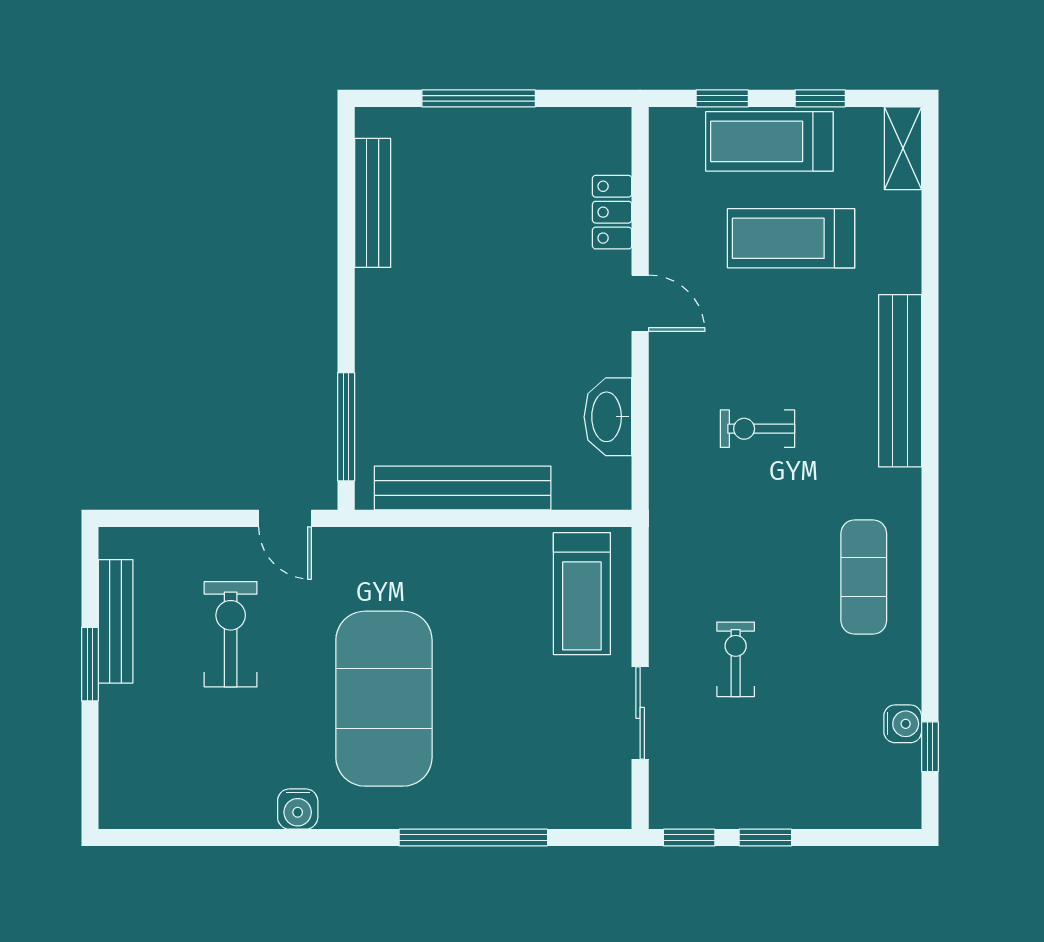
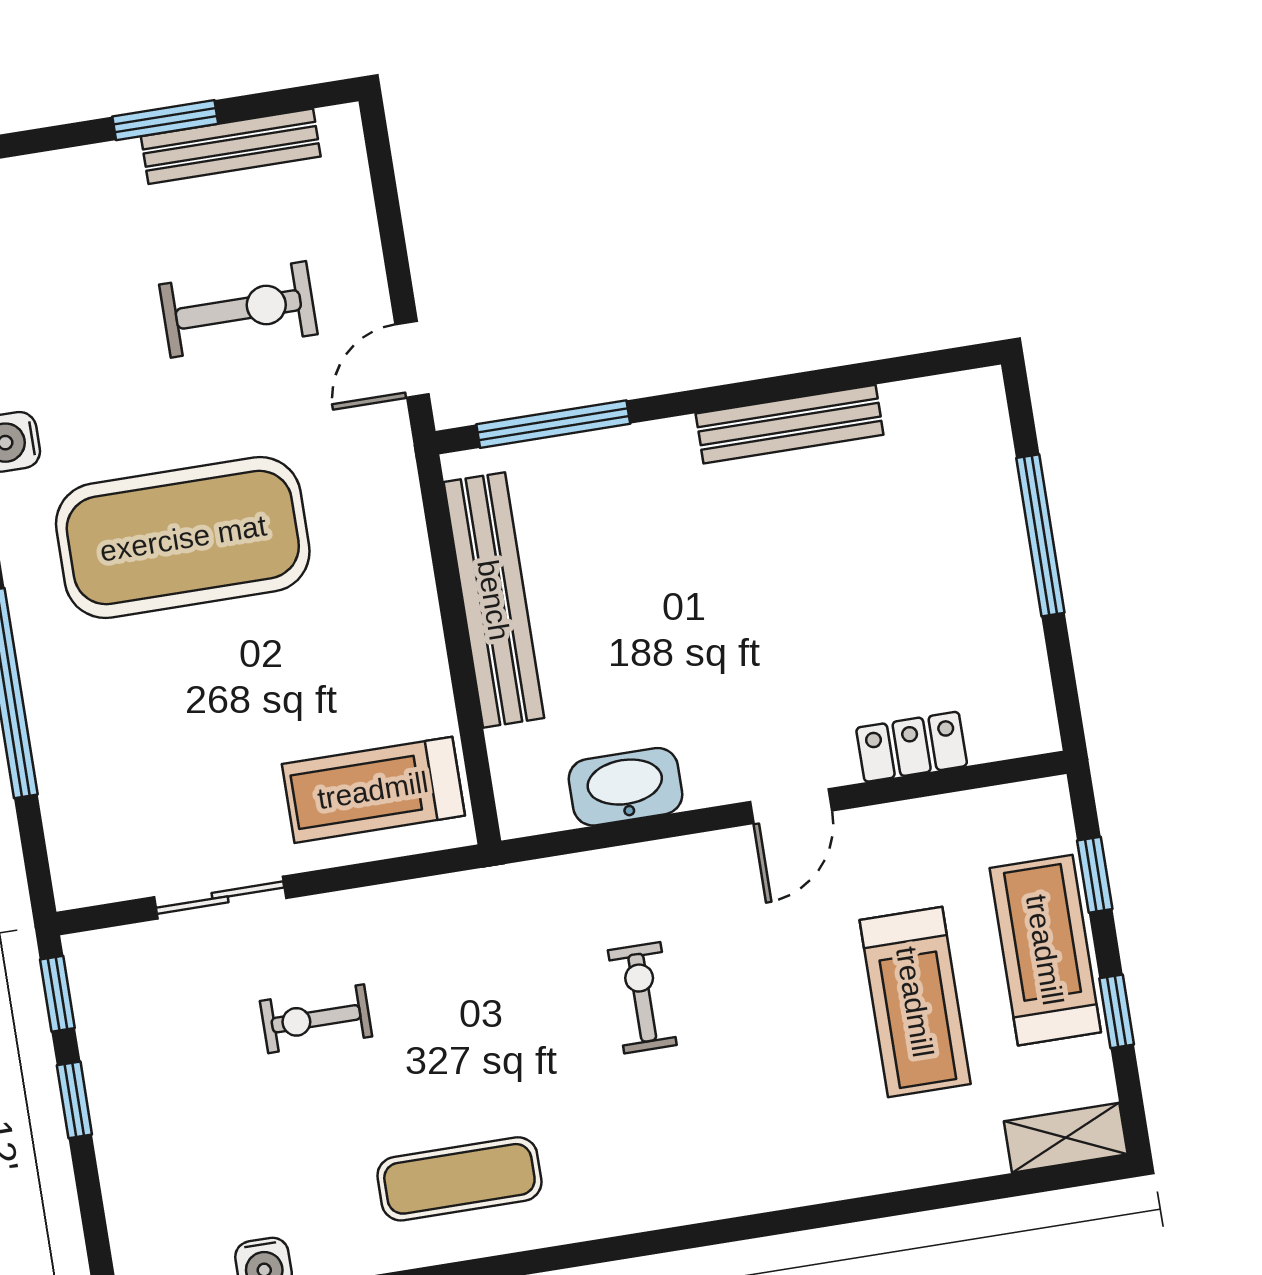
bench: (373, 203) -> (790, 424), moved
treadmill: (791, 238) -> (915, 1002), turned 180
bench: (900, 381) -> (741, 1186), removed
exercise bike: (736, 659) -> (316, 1019), turned 180

